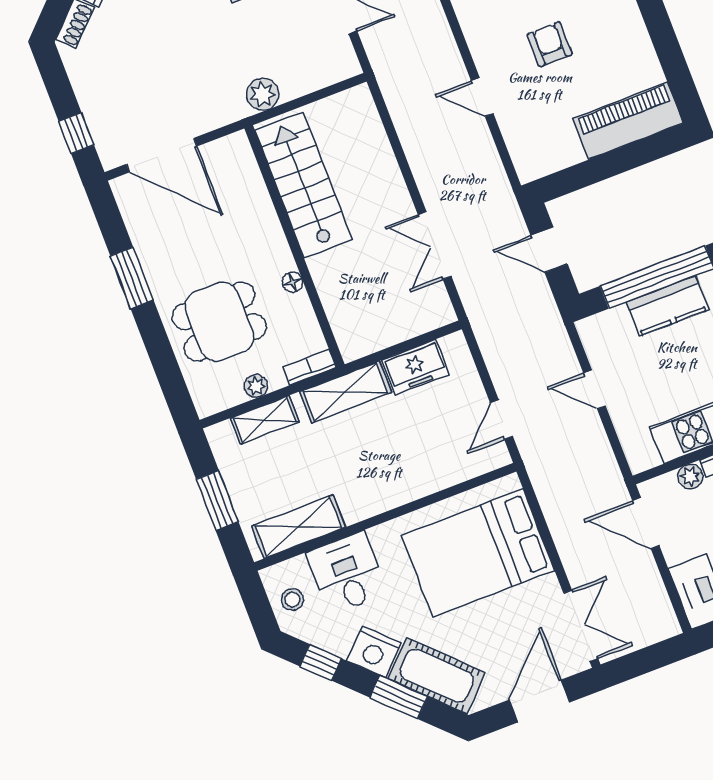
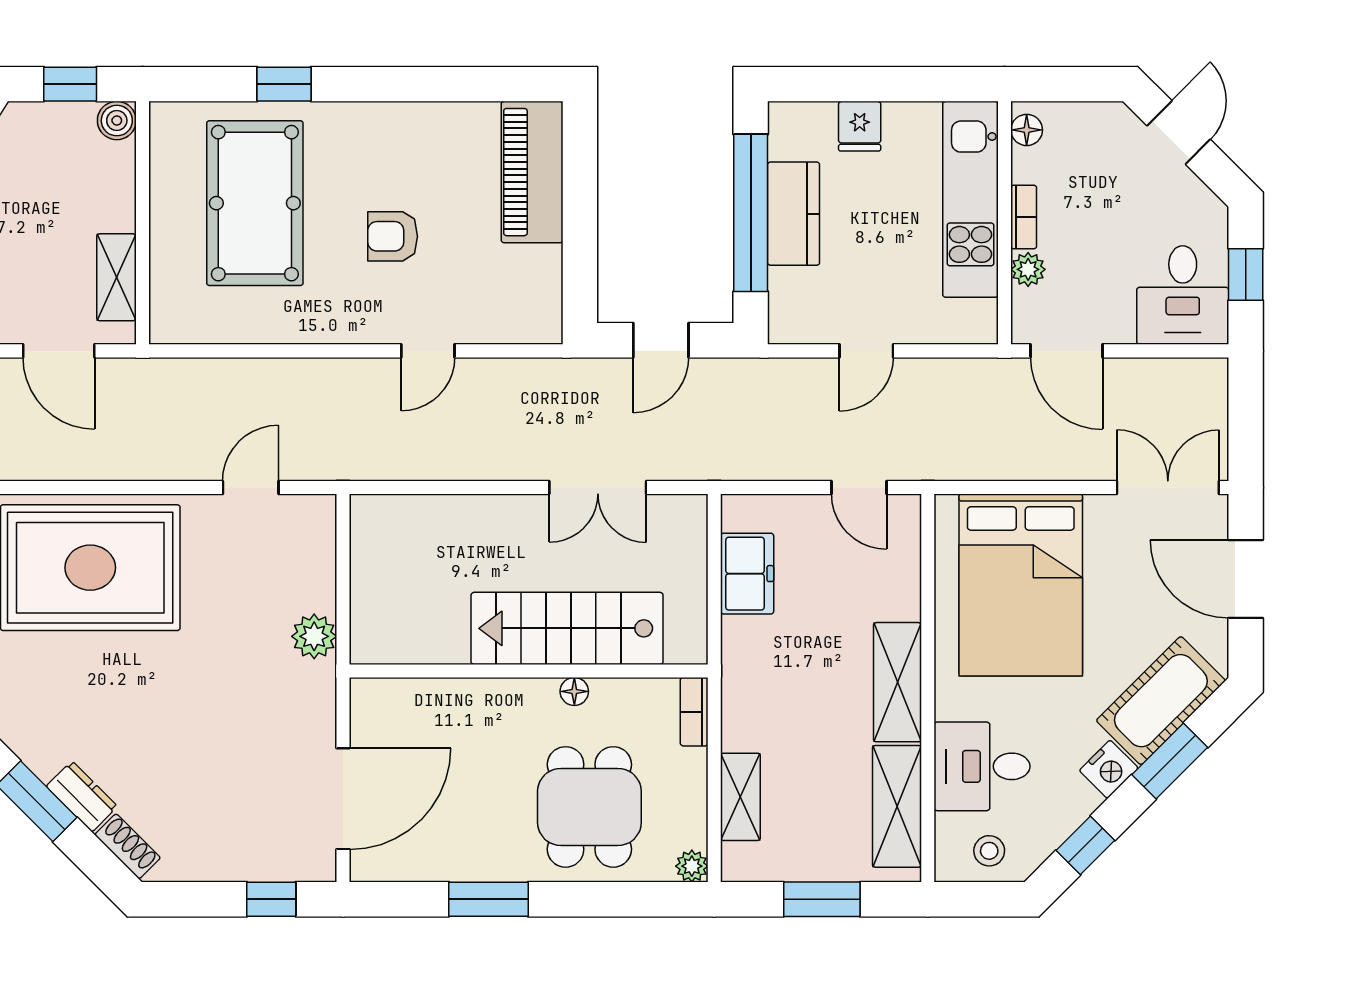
stairs: (304, 185) -> (567, 628), moved
plant: (256, 386) -> (692, 866), moved
shelving: (346, 392) -> (897, 682), moved
door: (646, 523) -> (1067, 351), hinge flipped
nightstand: (374, 652) -> (1109, 769), width x0.74, depth x0.75

